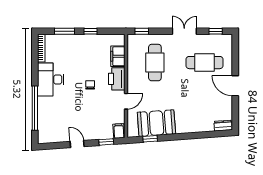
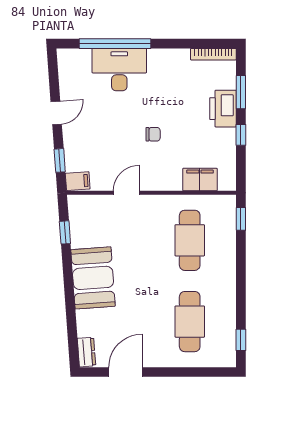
double door: (184, 31) -> (241, 289), removed
cafe table: (155, 63) -> (190, 240), turned 90
desk: (51, 79) -> (119, 70), moved
printer: (117, 79) -> (223, 109), moved, turned -90
door: (235, 86) -> (125, 372), moved
door: (126, 101) -> (126, 193), swing flipped
booth: (156, 123) -> (93, 278), moved

